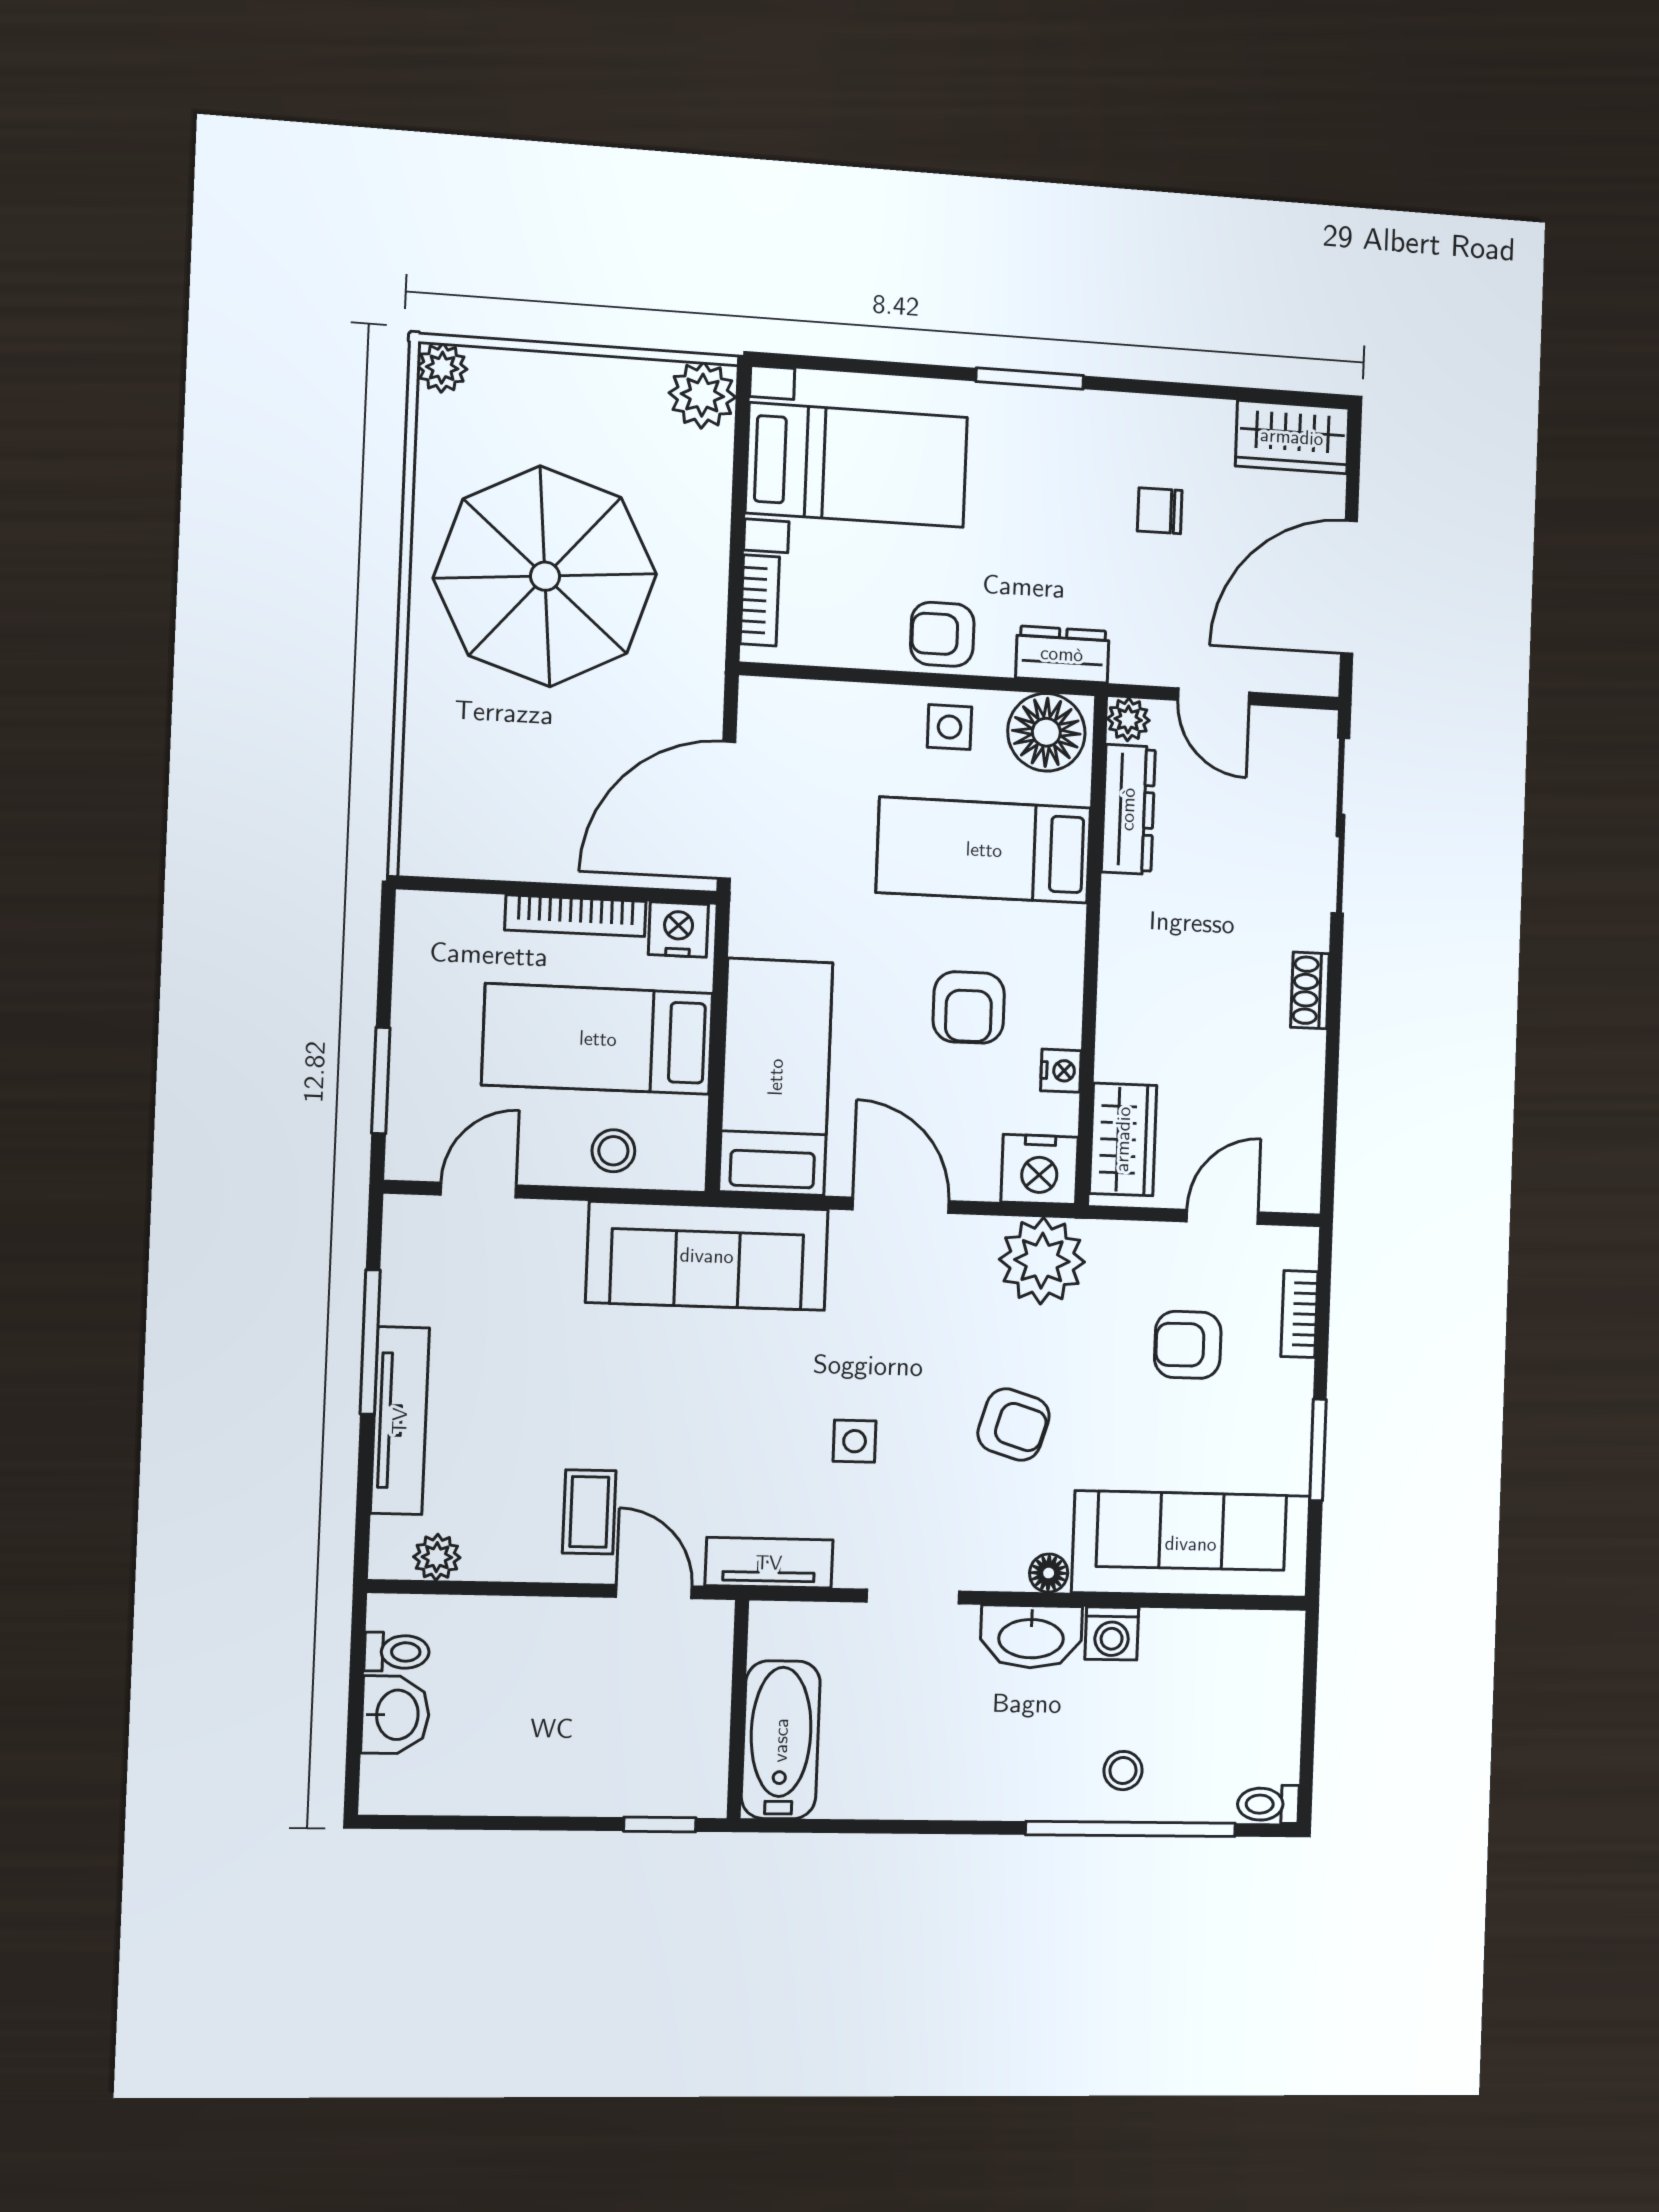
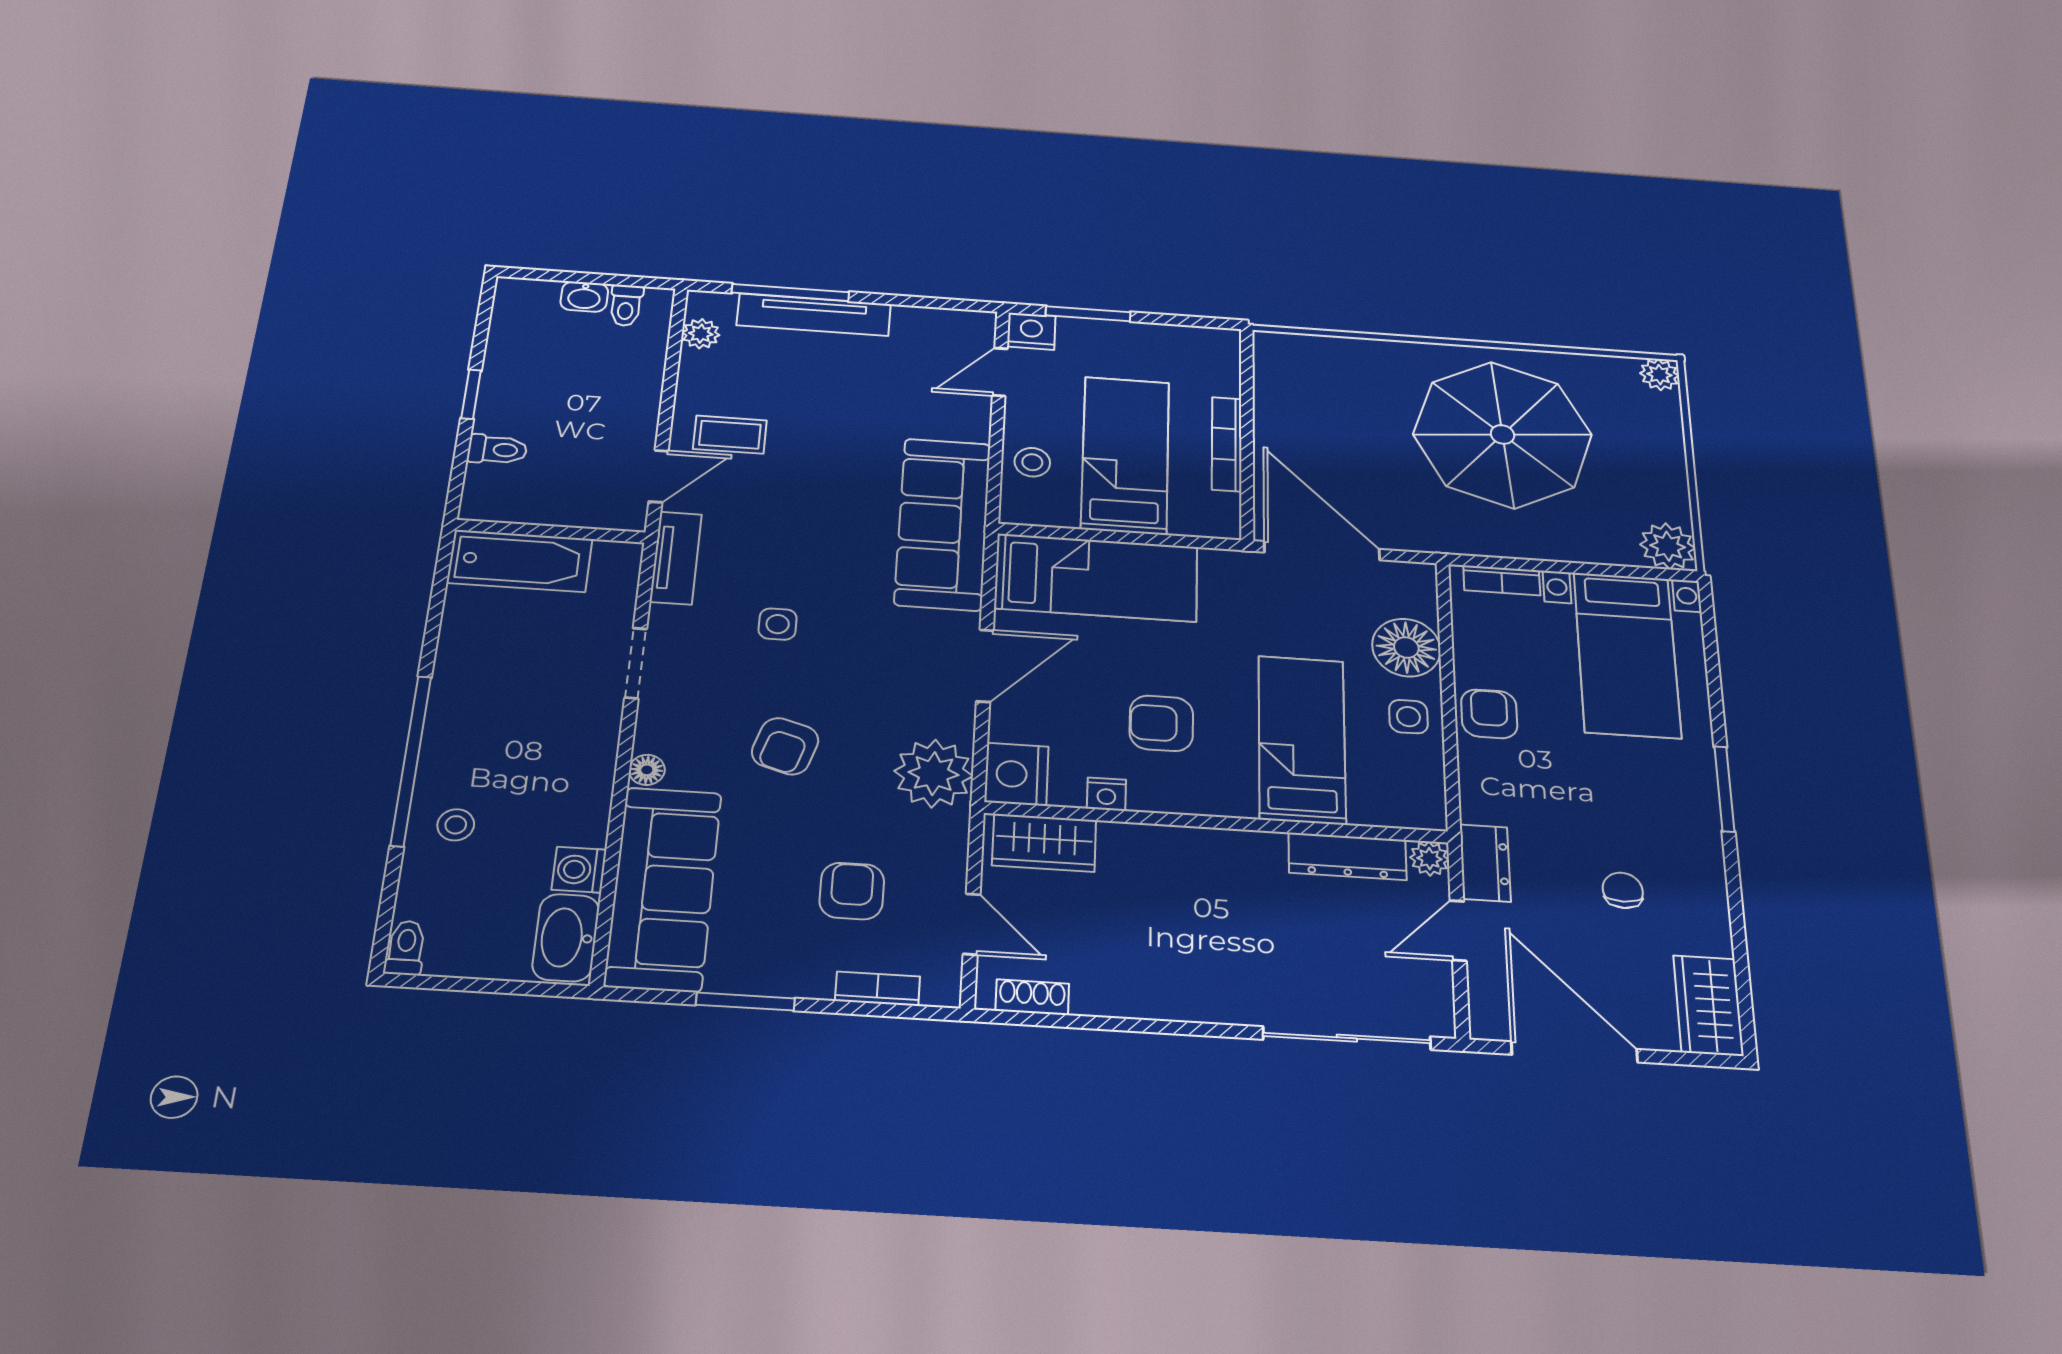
dresser: (1062, 654) -> (1485, 863), moved
floor lamp: (1046, 732) -> (1406, 648), moved
nightstand: (678, 930) -> (1031, 331), moved, turned -90
shoe rack: (1310, 990) -> (1032, 997), moved
door: (478, 1190) -> (1000, 372), swing flipped
window: (370, 1342) -> (790, 292), moved
washing machine: (1112, 1633) -> (579, 870), moved
washbasin: (1031, 1637) -> (566, 938), moved
washbasin: (395, 1715) -> (584, 297), width x0.72, depth x0.69
toilet: (624, 1783) -> (497, 450), added
window: (660, 1825) -> (471, 394), moved
window: (1131, 1829) -> (411, 760), moved

